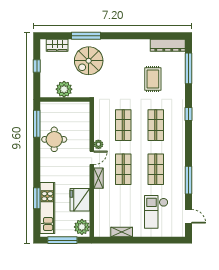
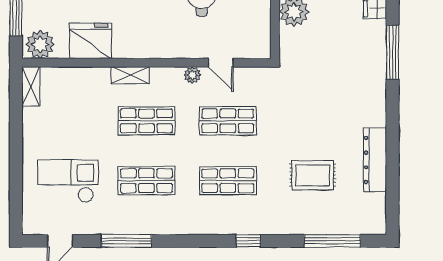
dresser: (168, 45) -> (375, 160), moved
spiral stairs: (89, 61) -> (346, 57), removed
door: (92, 158) -> (221, 63), moved
shelving: (122, 232) -> (31, 86), moved

